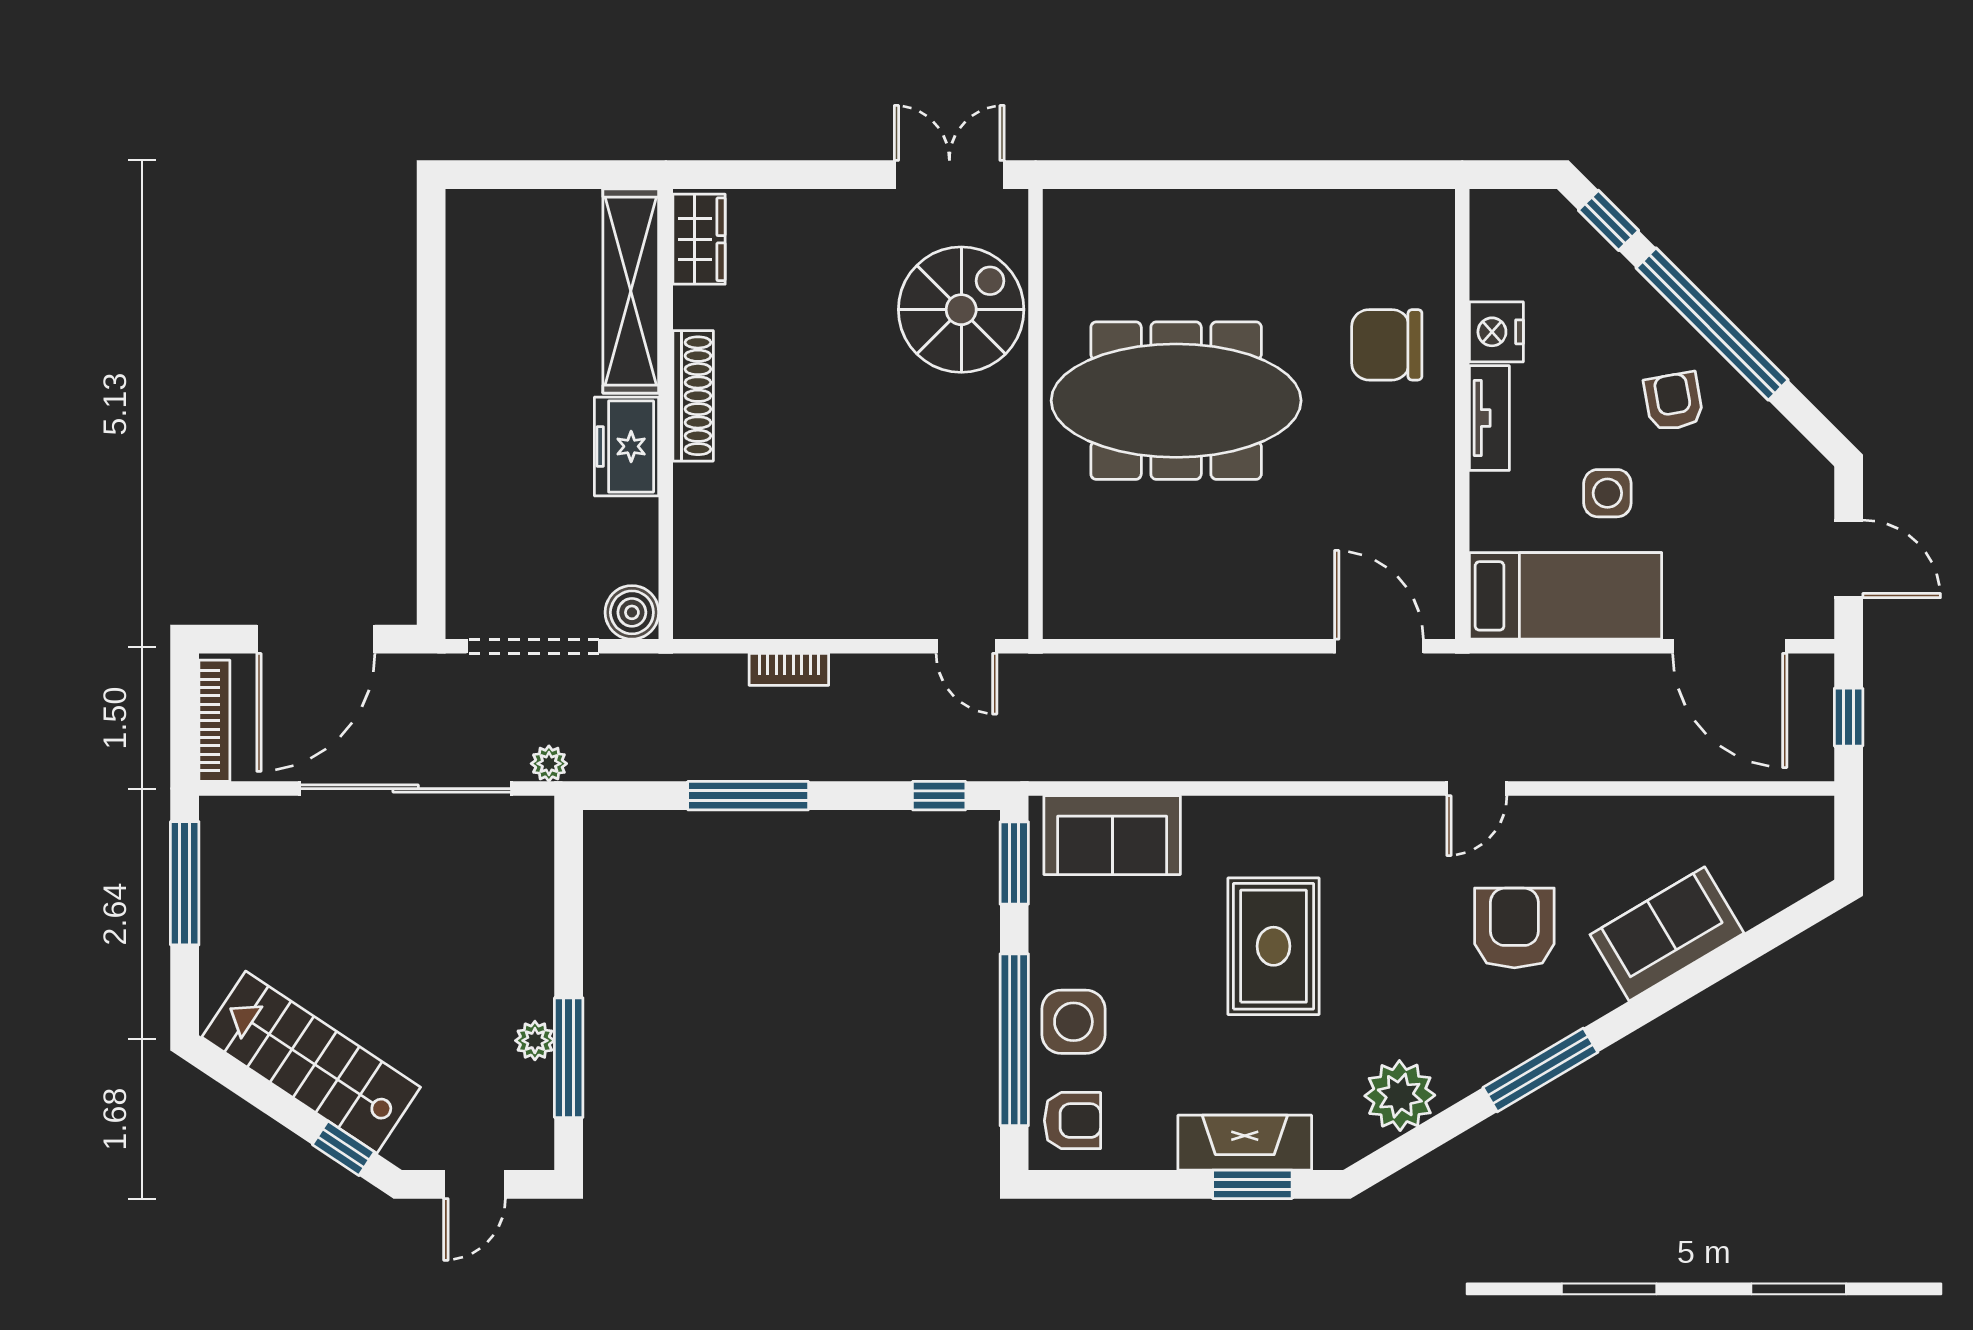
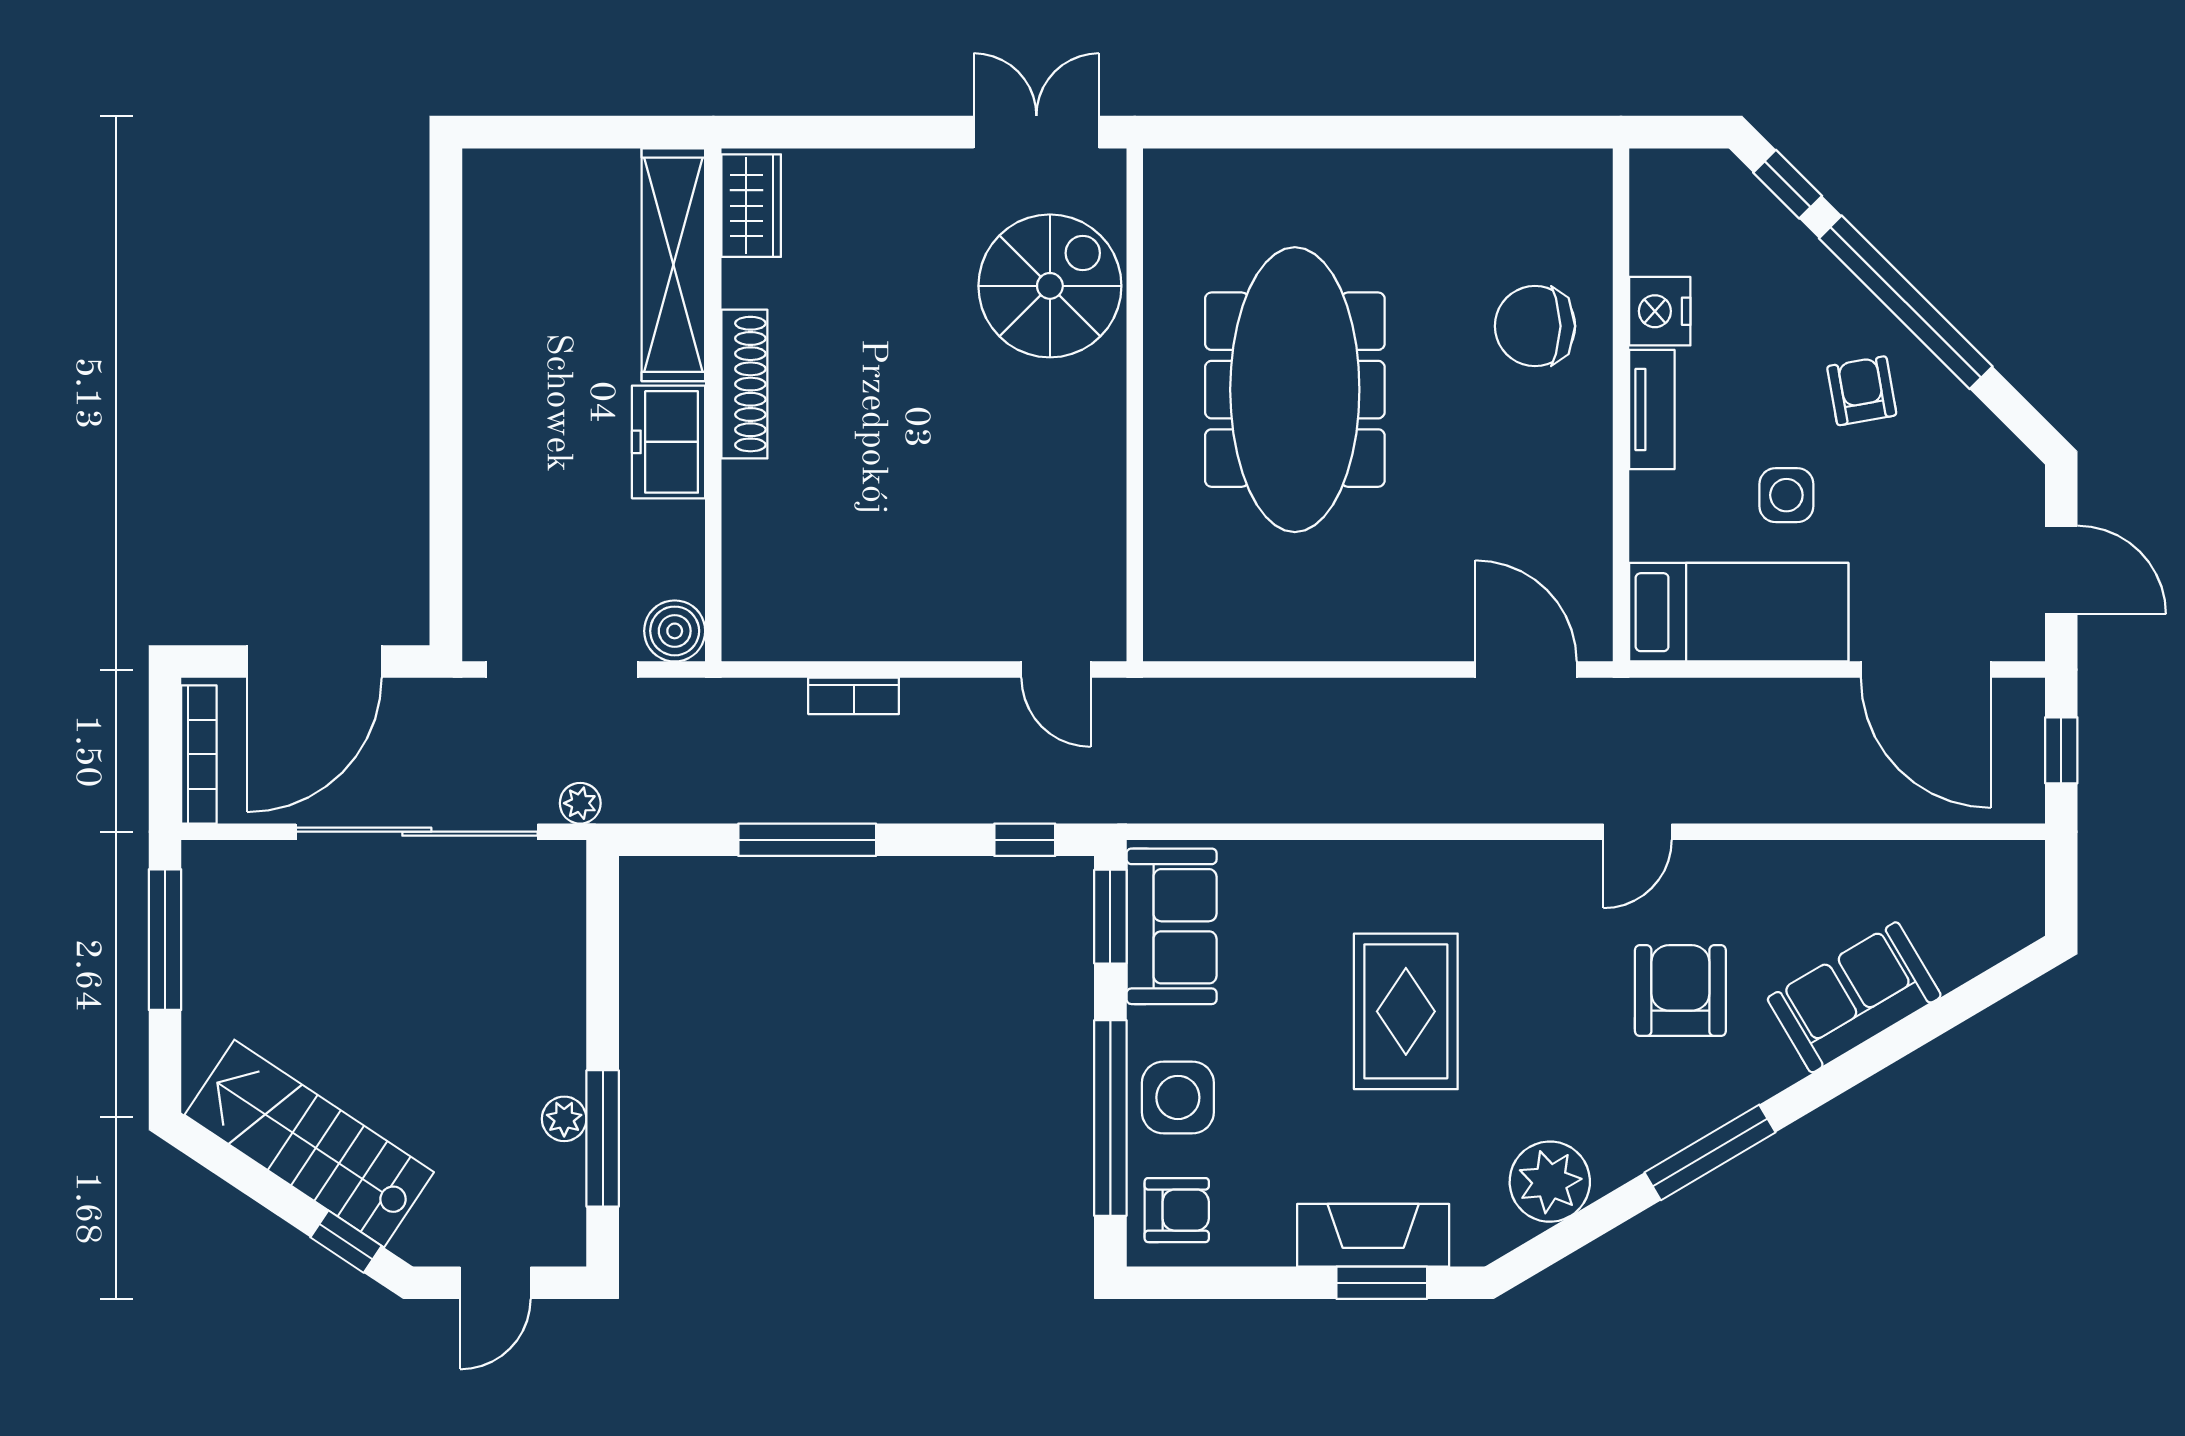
meeting table: (1176, 401) -> (1295, 390), turned 90
sofa: (1112, 835) -> (1172, 926), moved, turned -90

